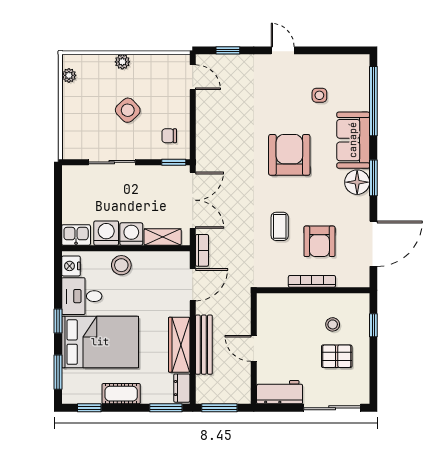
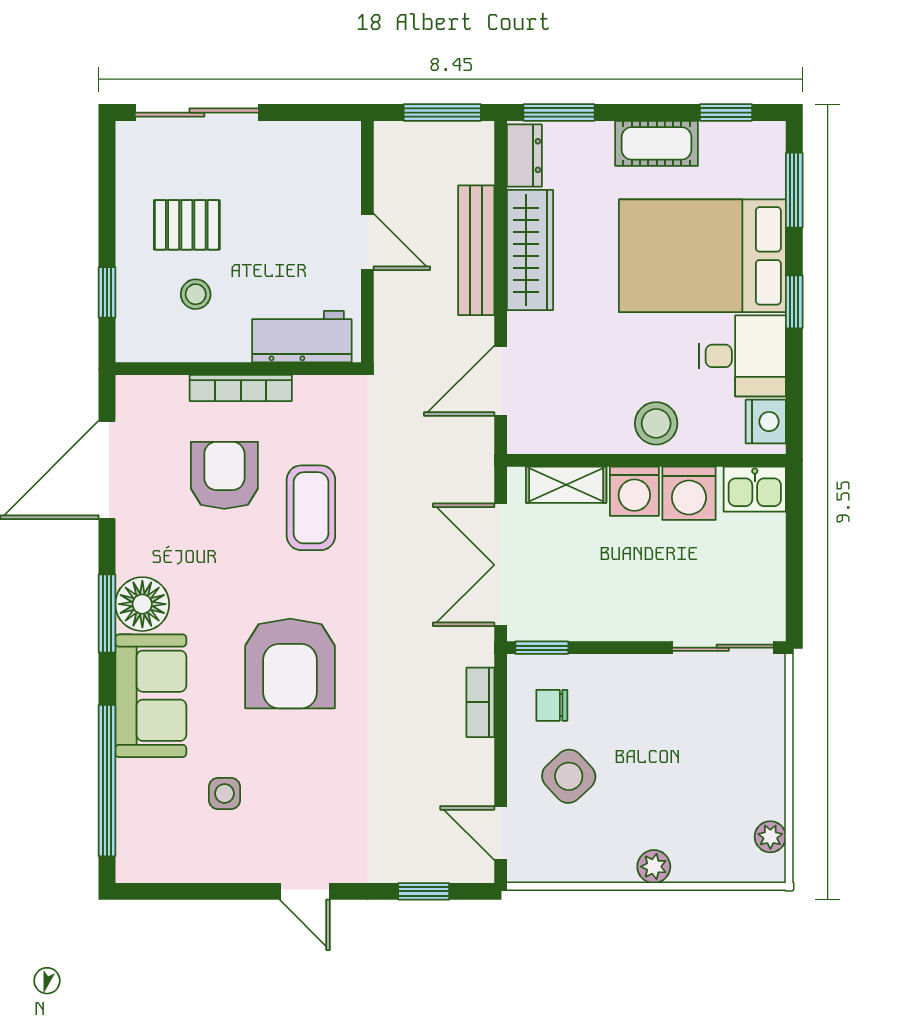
side table: (128, 110) -> (569, 776), moved
chair: (169, 136) -> (552, 705), turned 180
sliding door: (112, 162) -> (723, 648), moved
coffee table: (280, 226) -> (311, 508), width x1.36, depth x1.30
bookcase: (202, 250) -> (480, 702), moved
workbench: (280, 392) -> (302, 337), moved, turned 180

